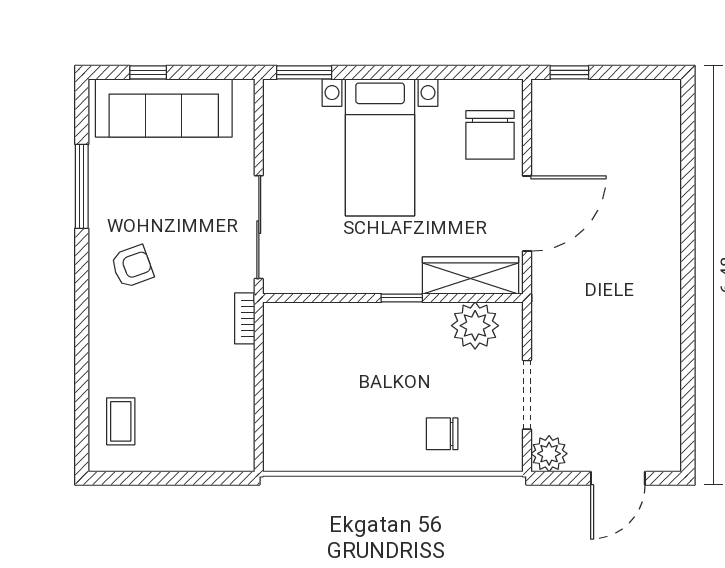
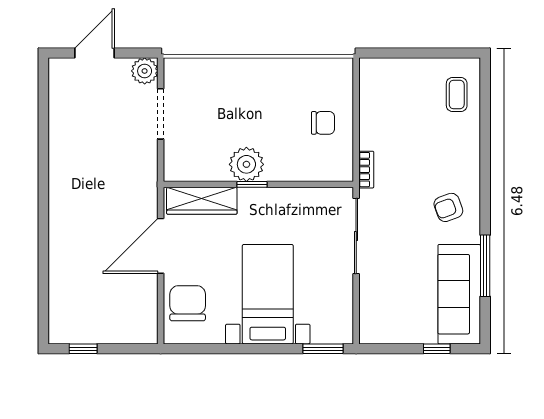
window: (569, 72) -> (83, 349), moved
sofa: (164, 108) -> (459, 294), moved, turned -90
plant: (475, 326) -> (246, 164), moved
chair: (442, 434) -> (323, 123), moved

